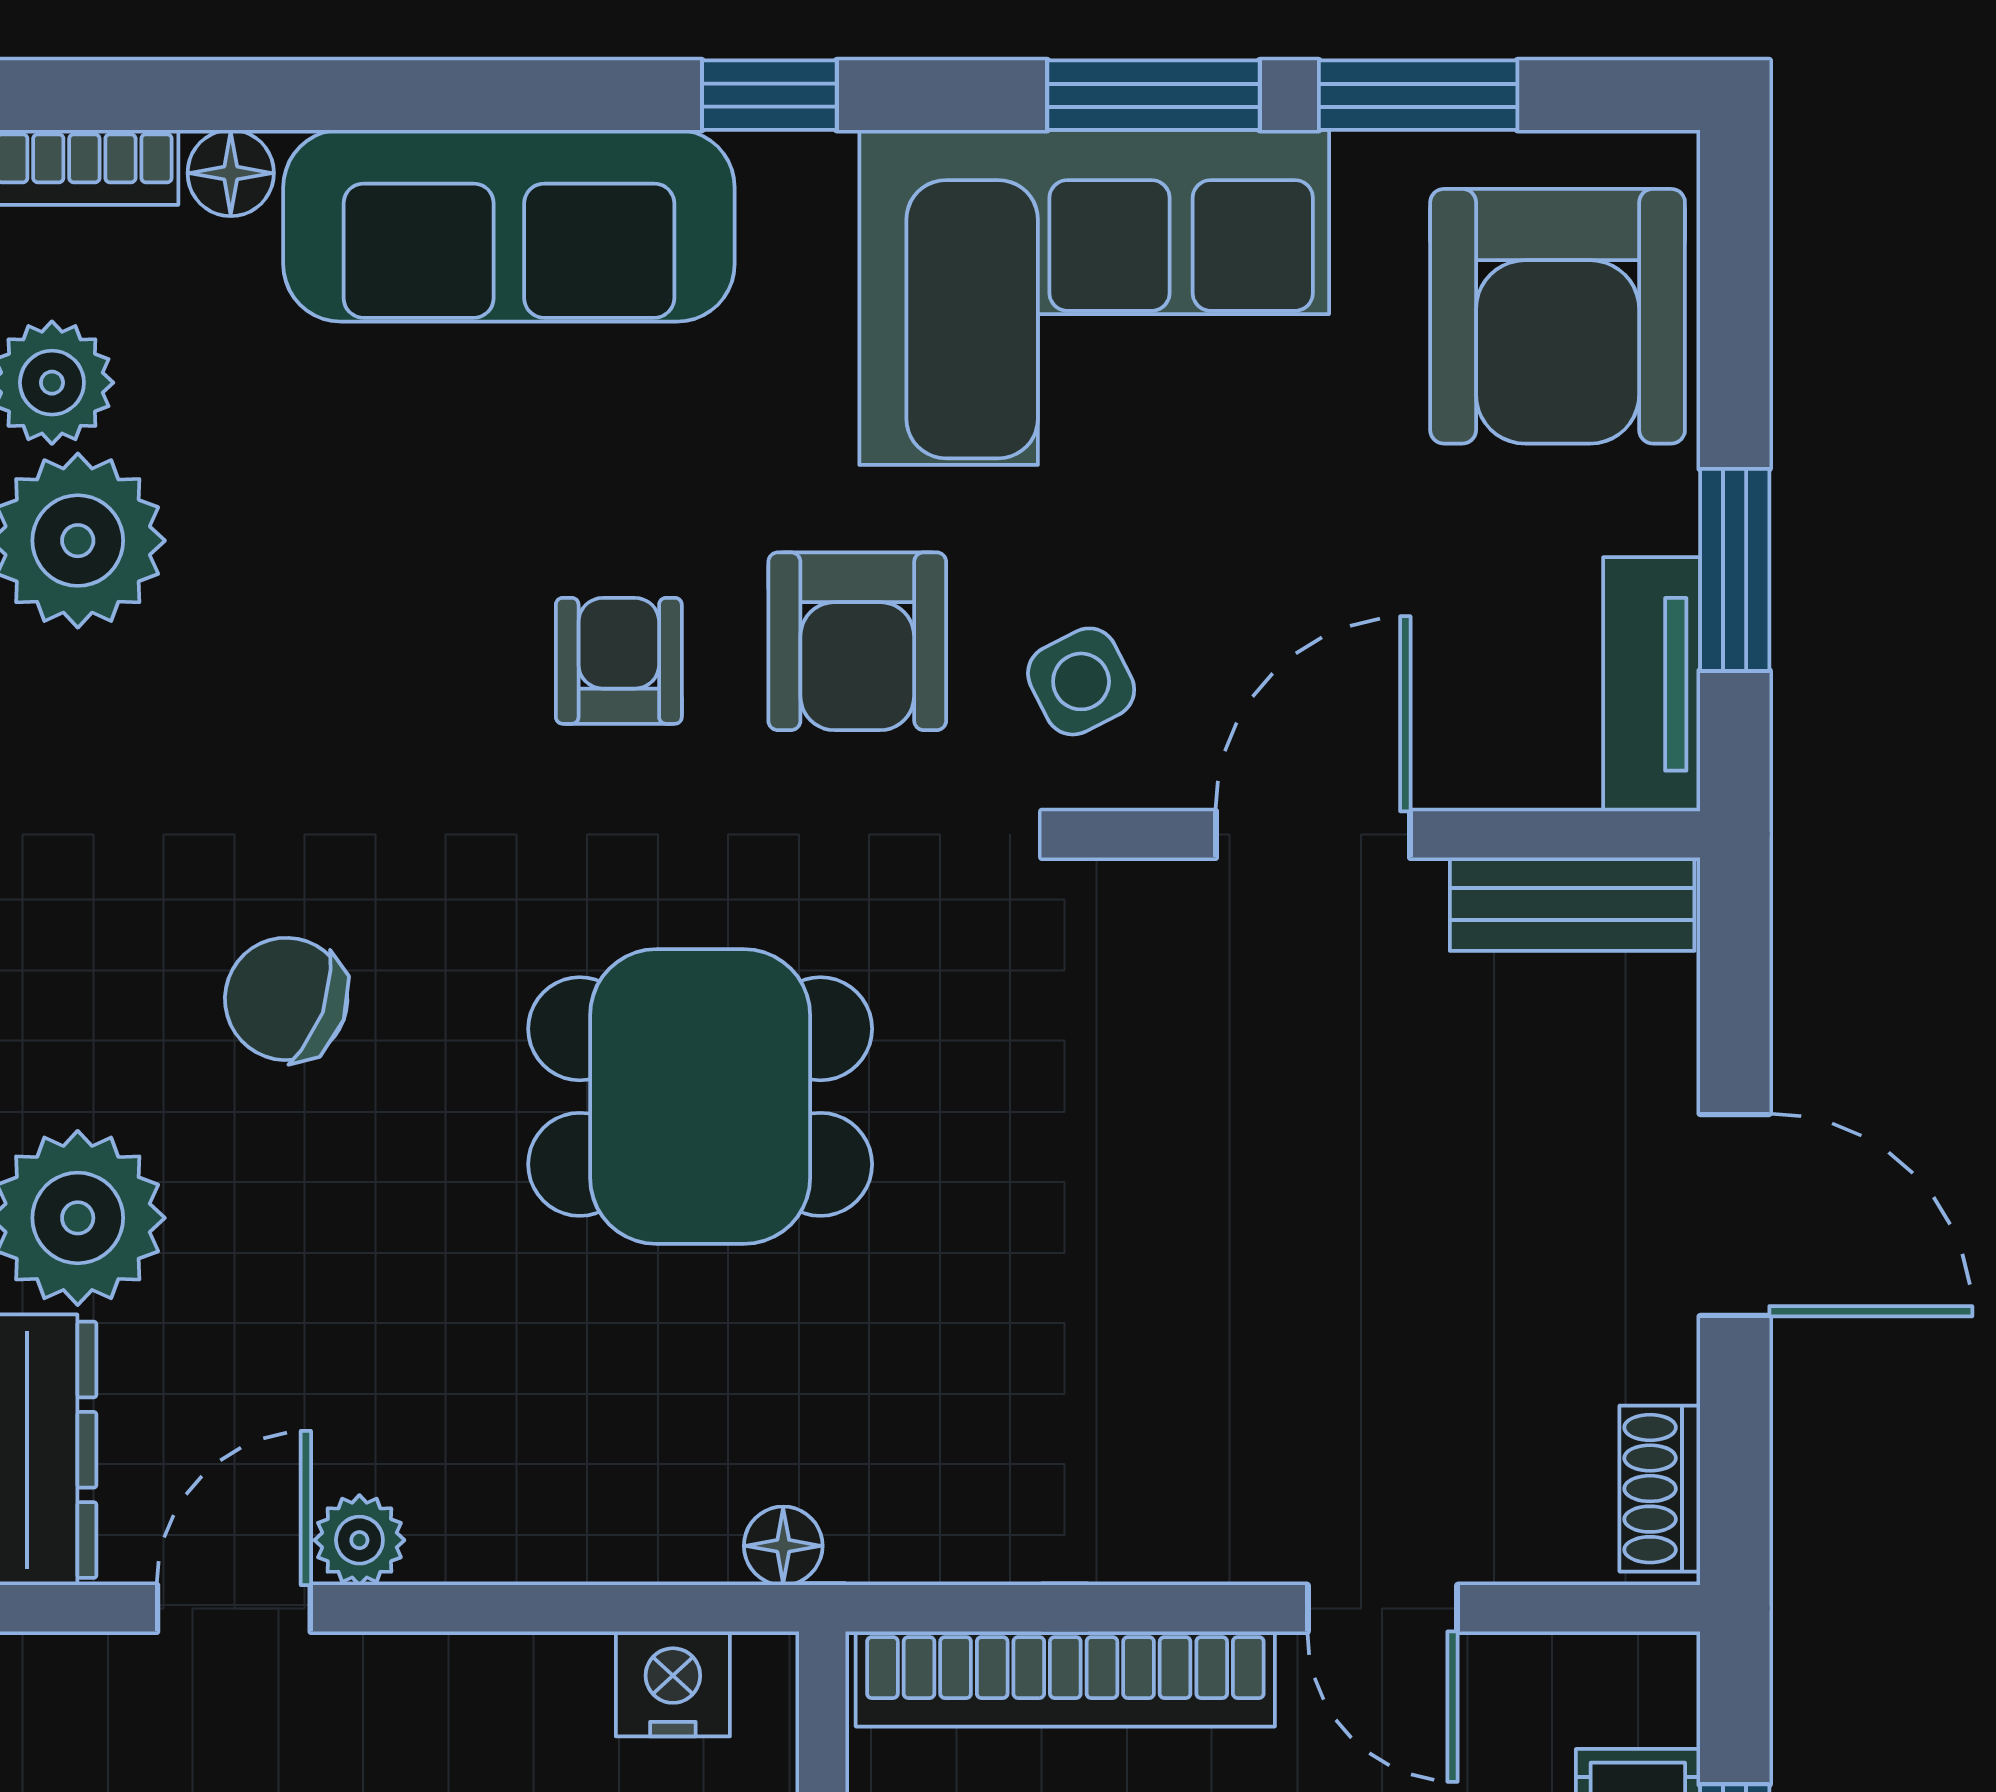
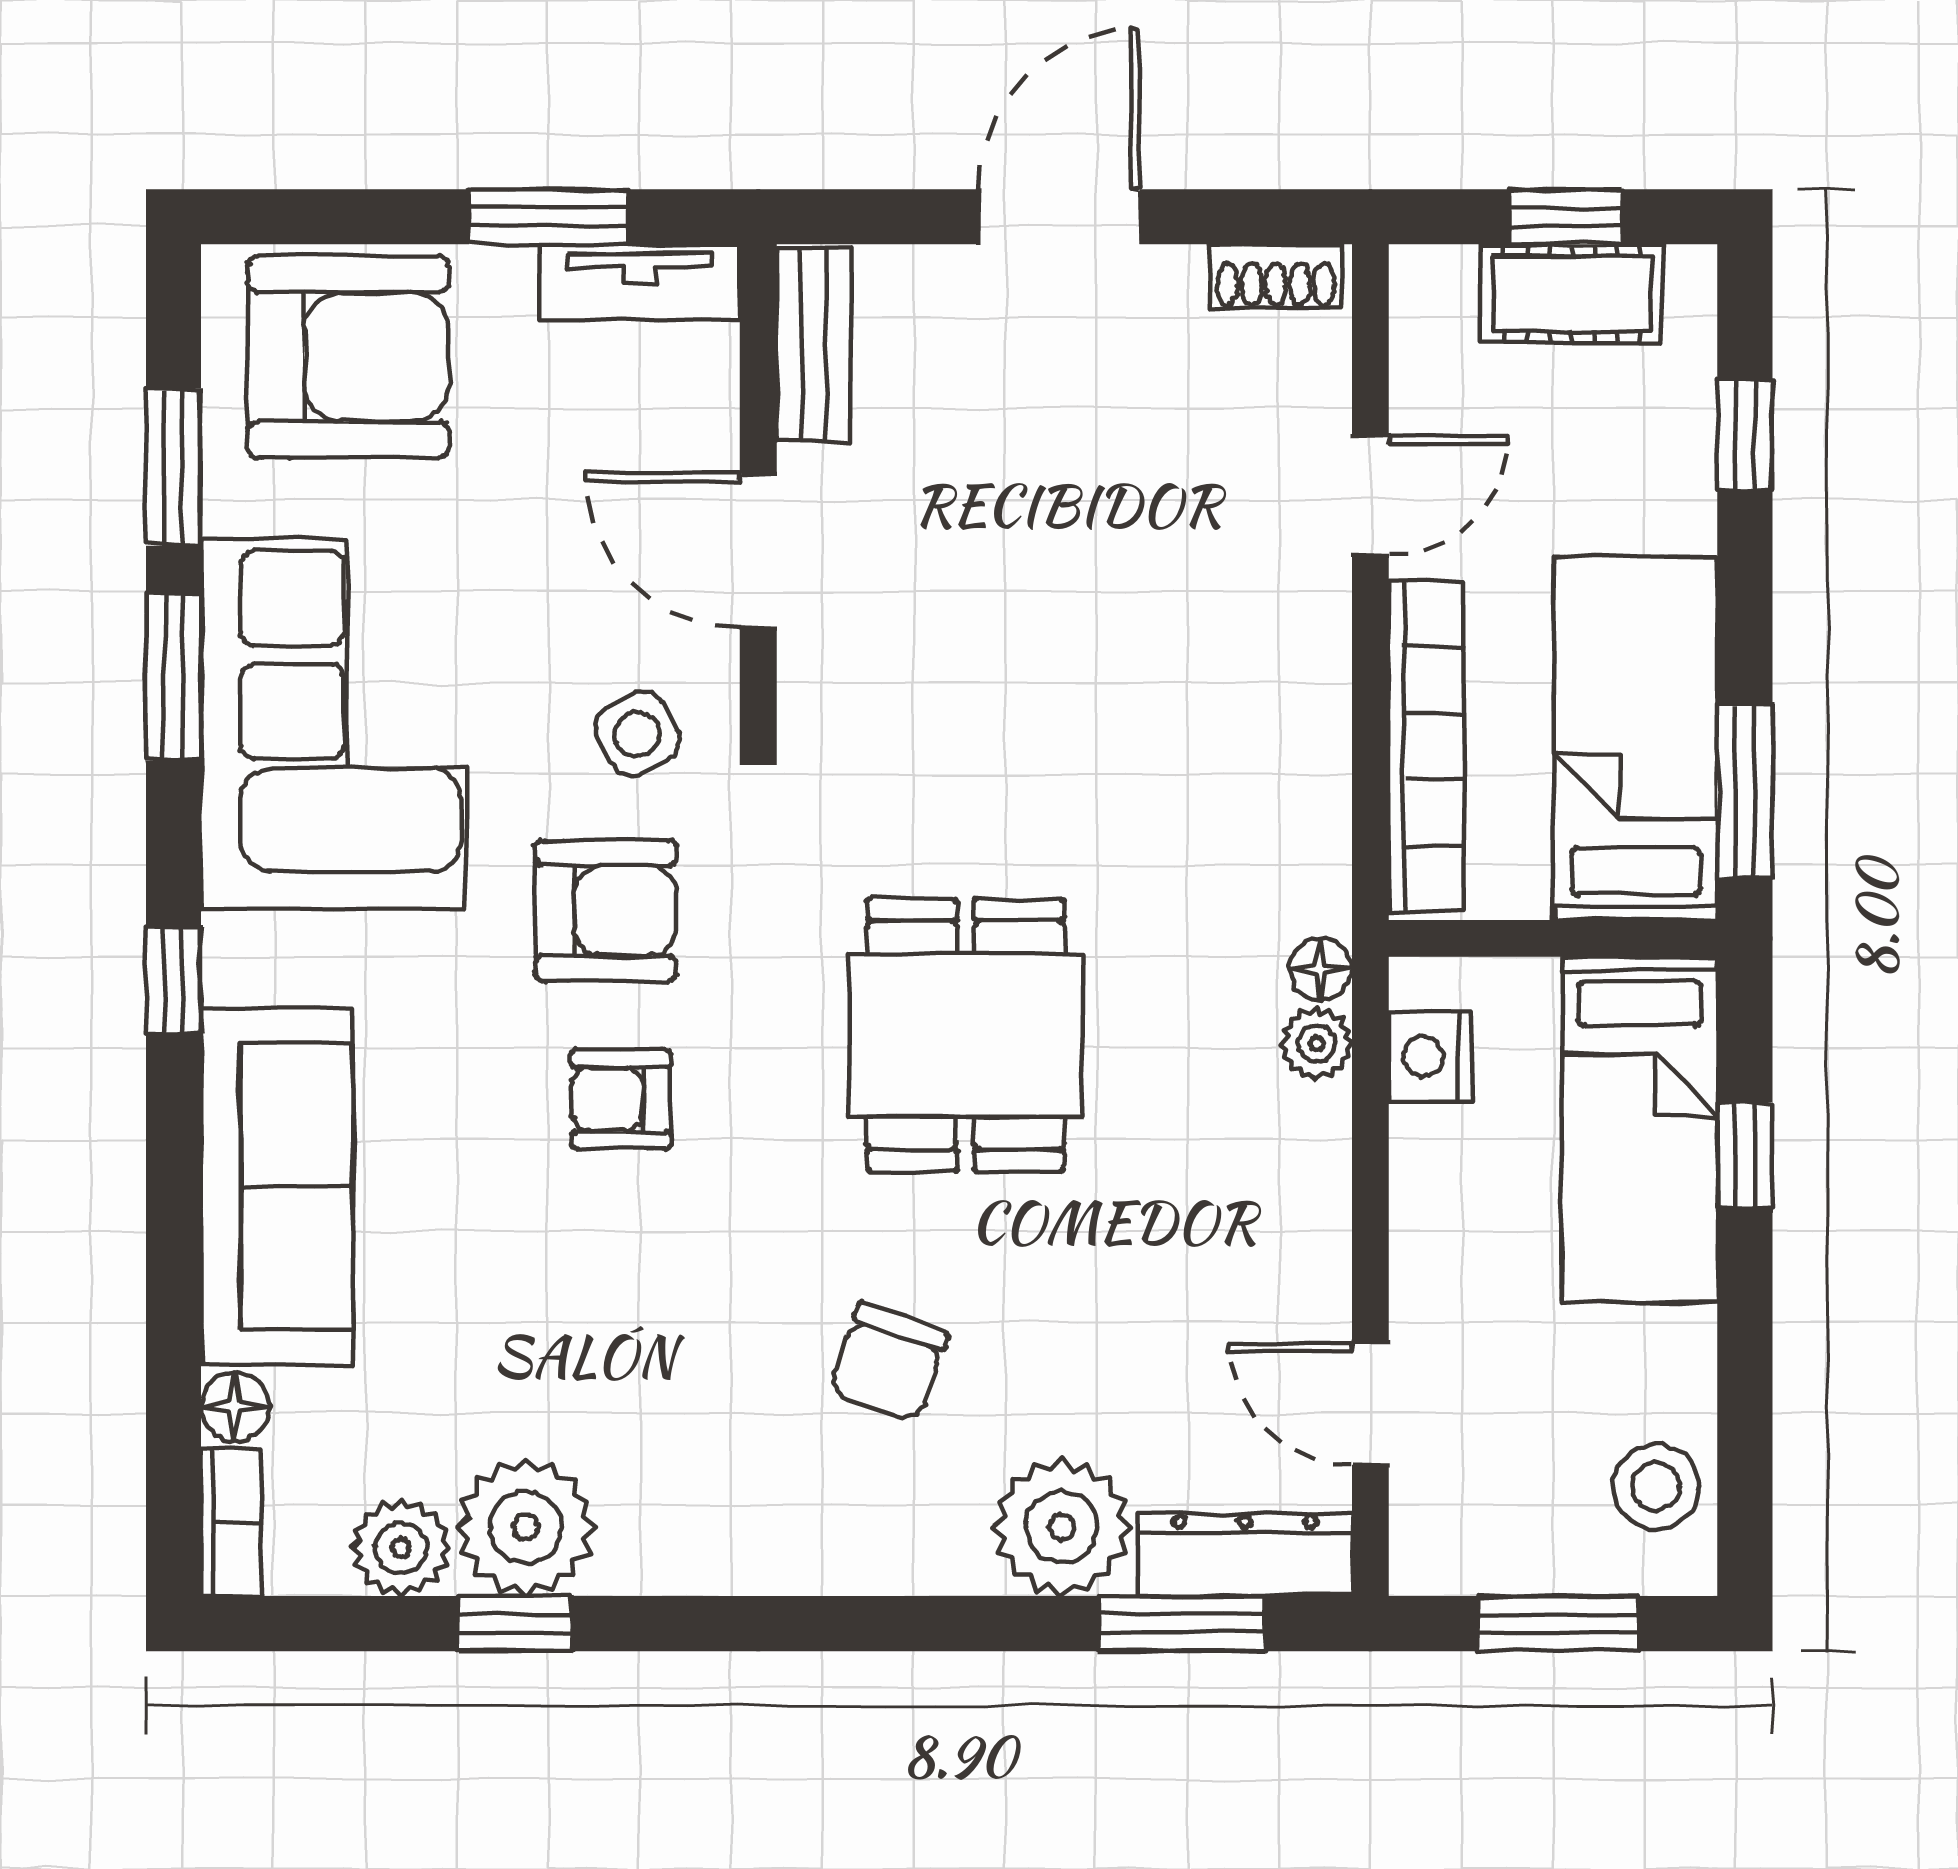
plant: (359, 1540) -> (1316, 1043), moved

